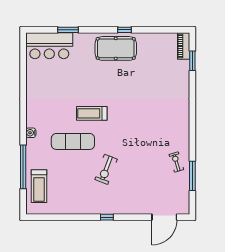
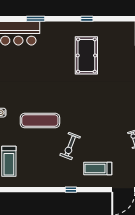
pool table: (116, 48) -> (86, 55), moved, turned 90
treadmill: (92, 113) -> (98, 168), moved

